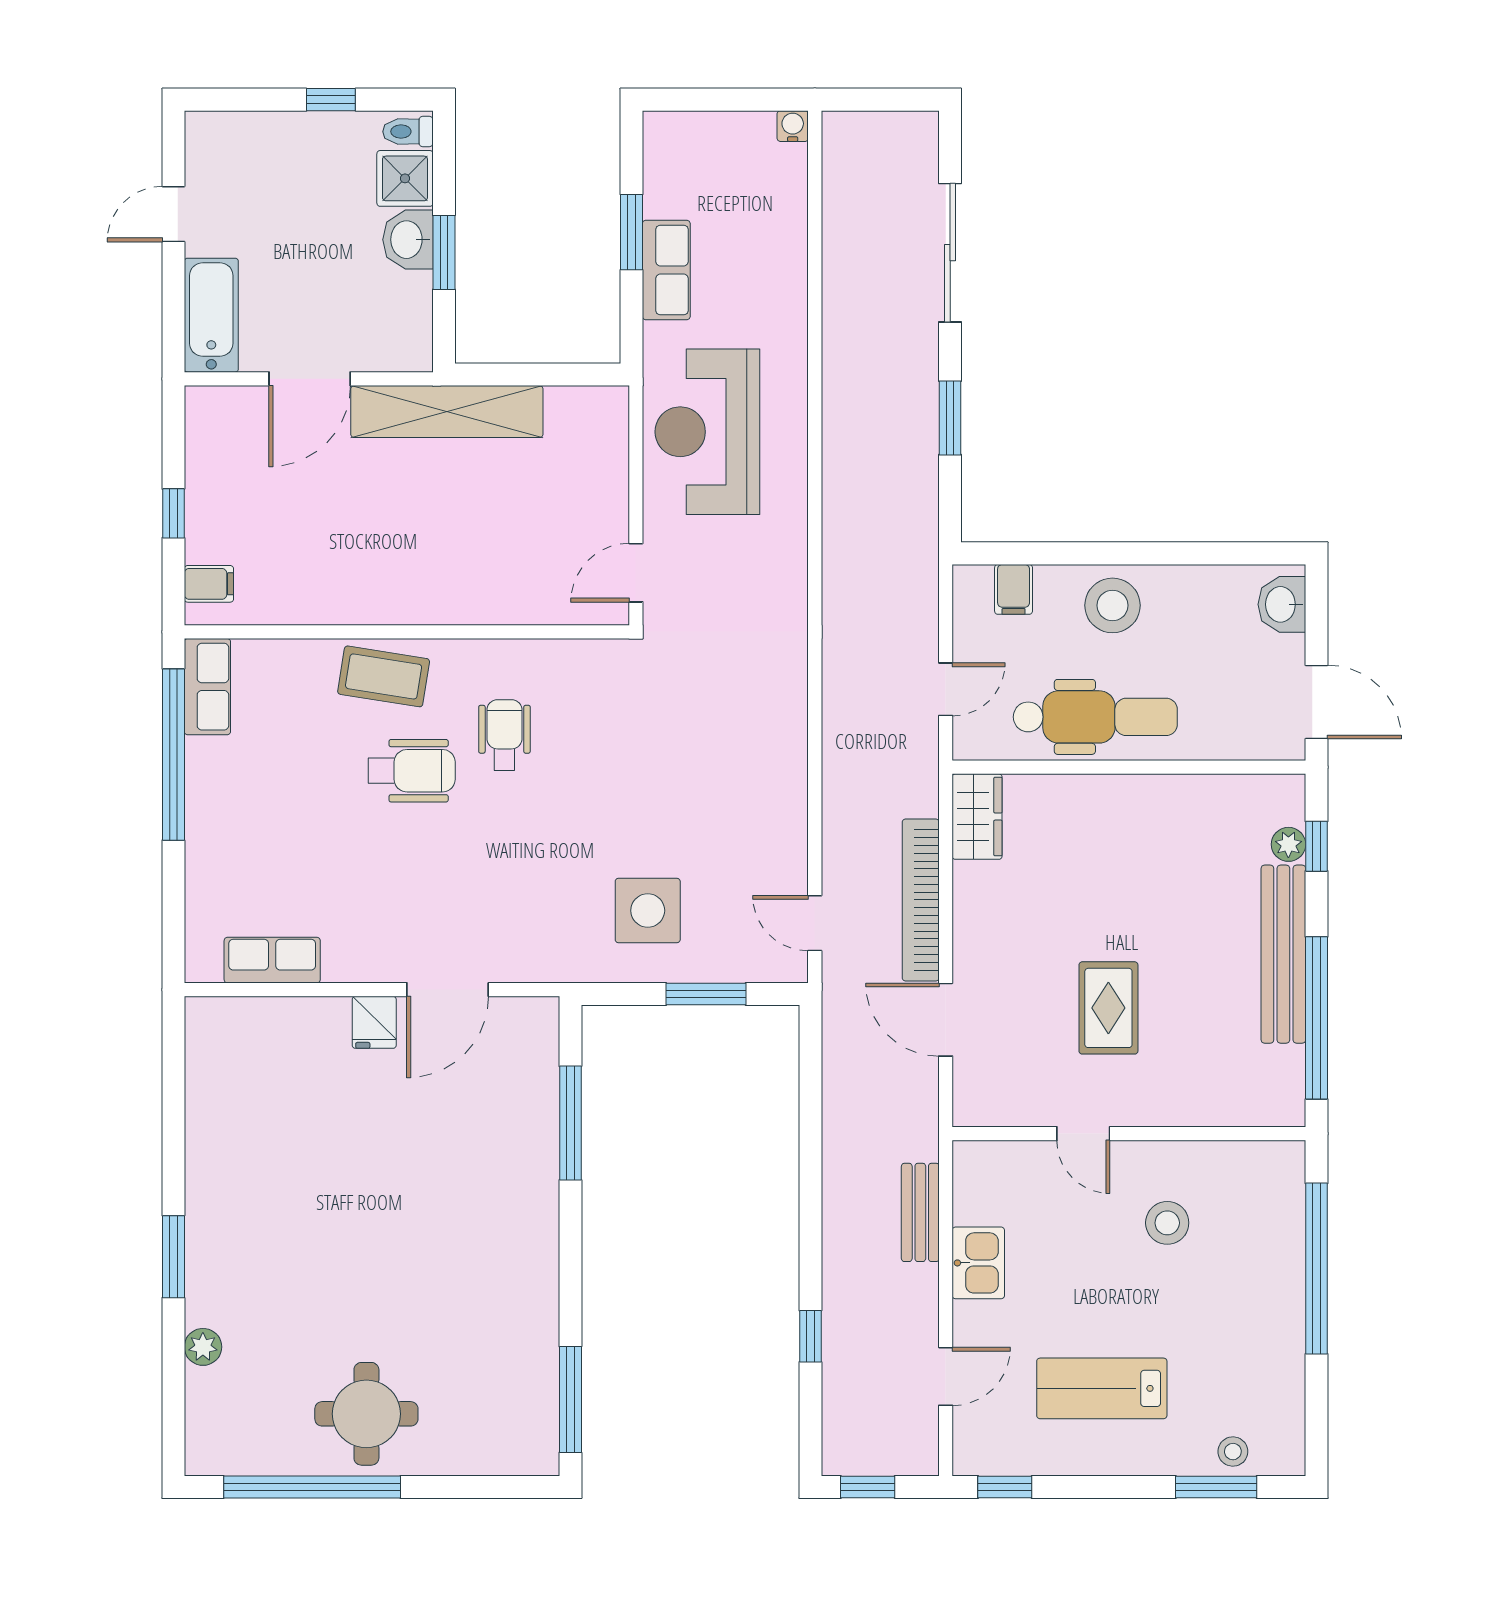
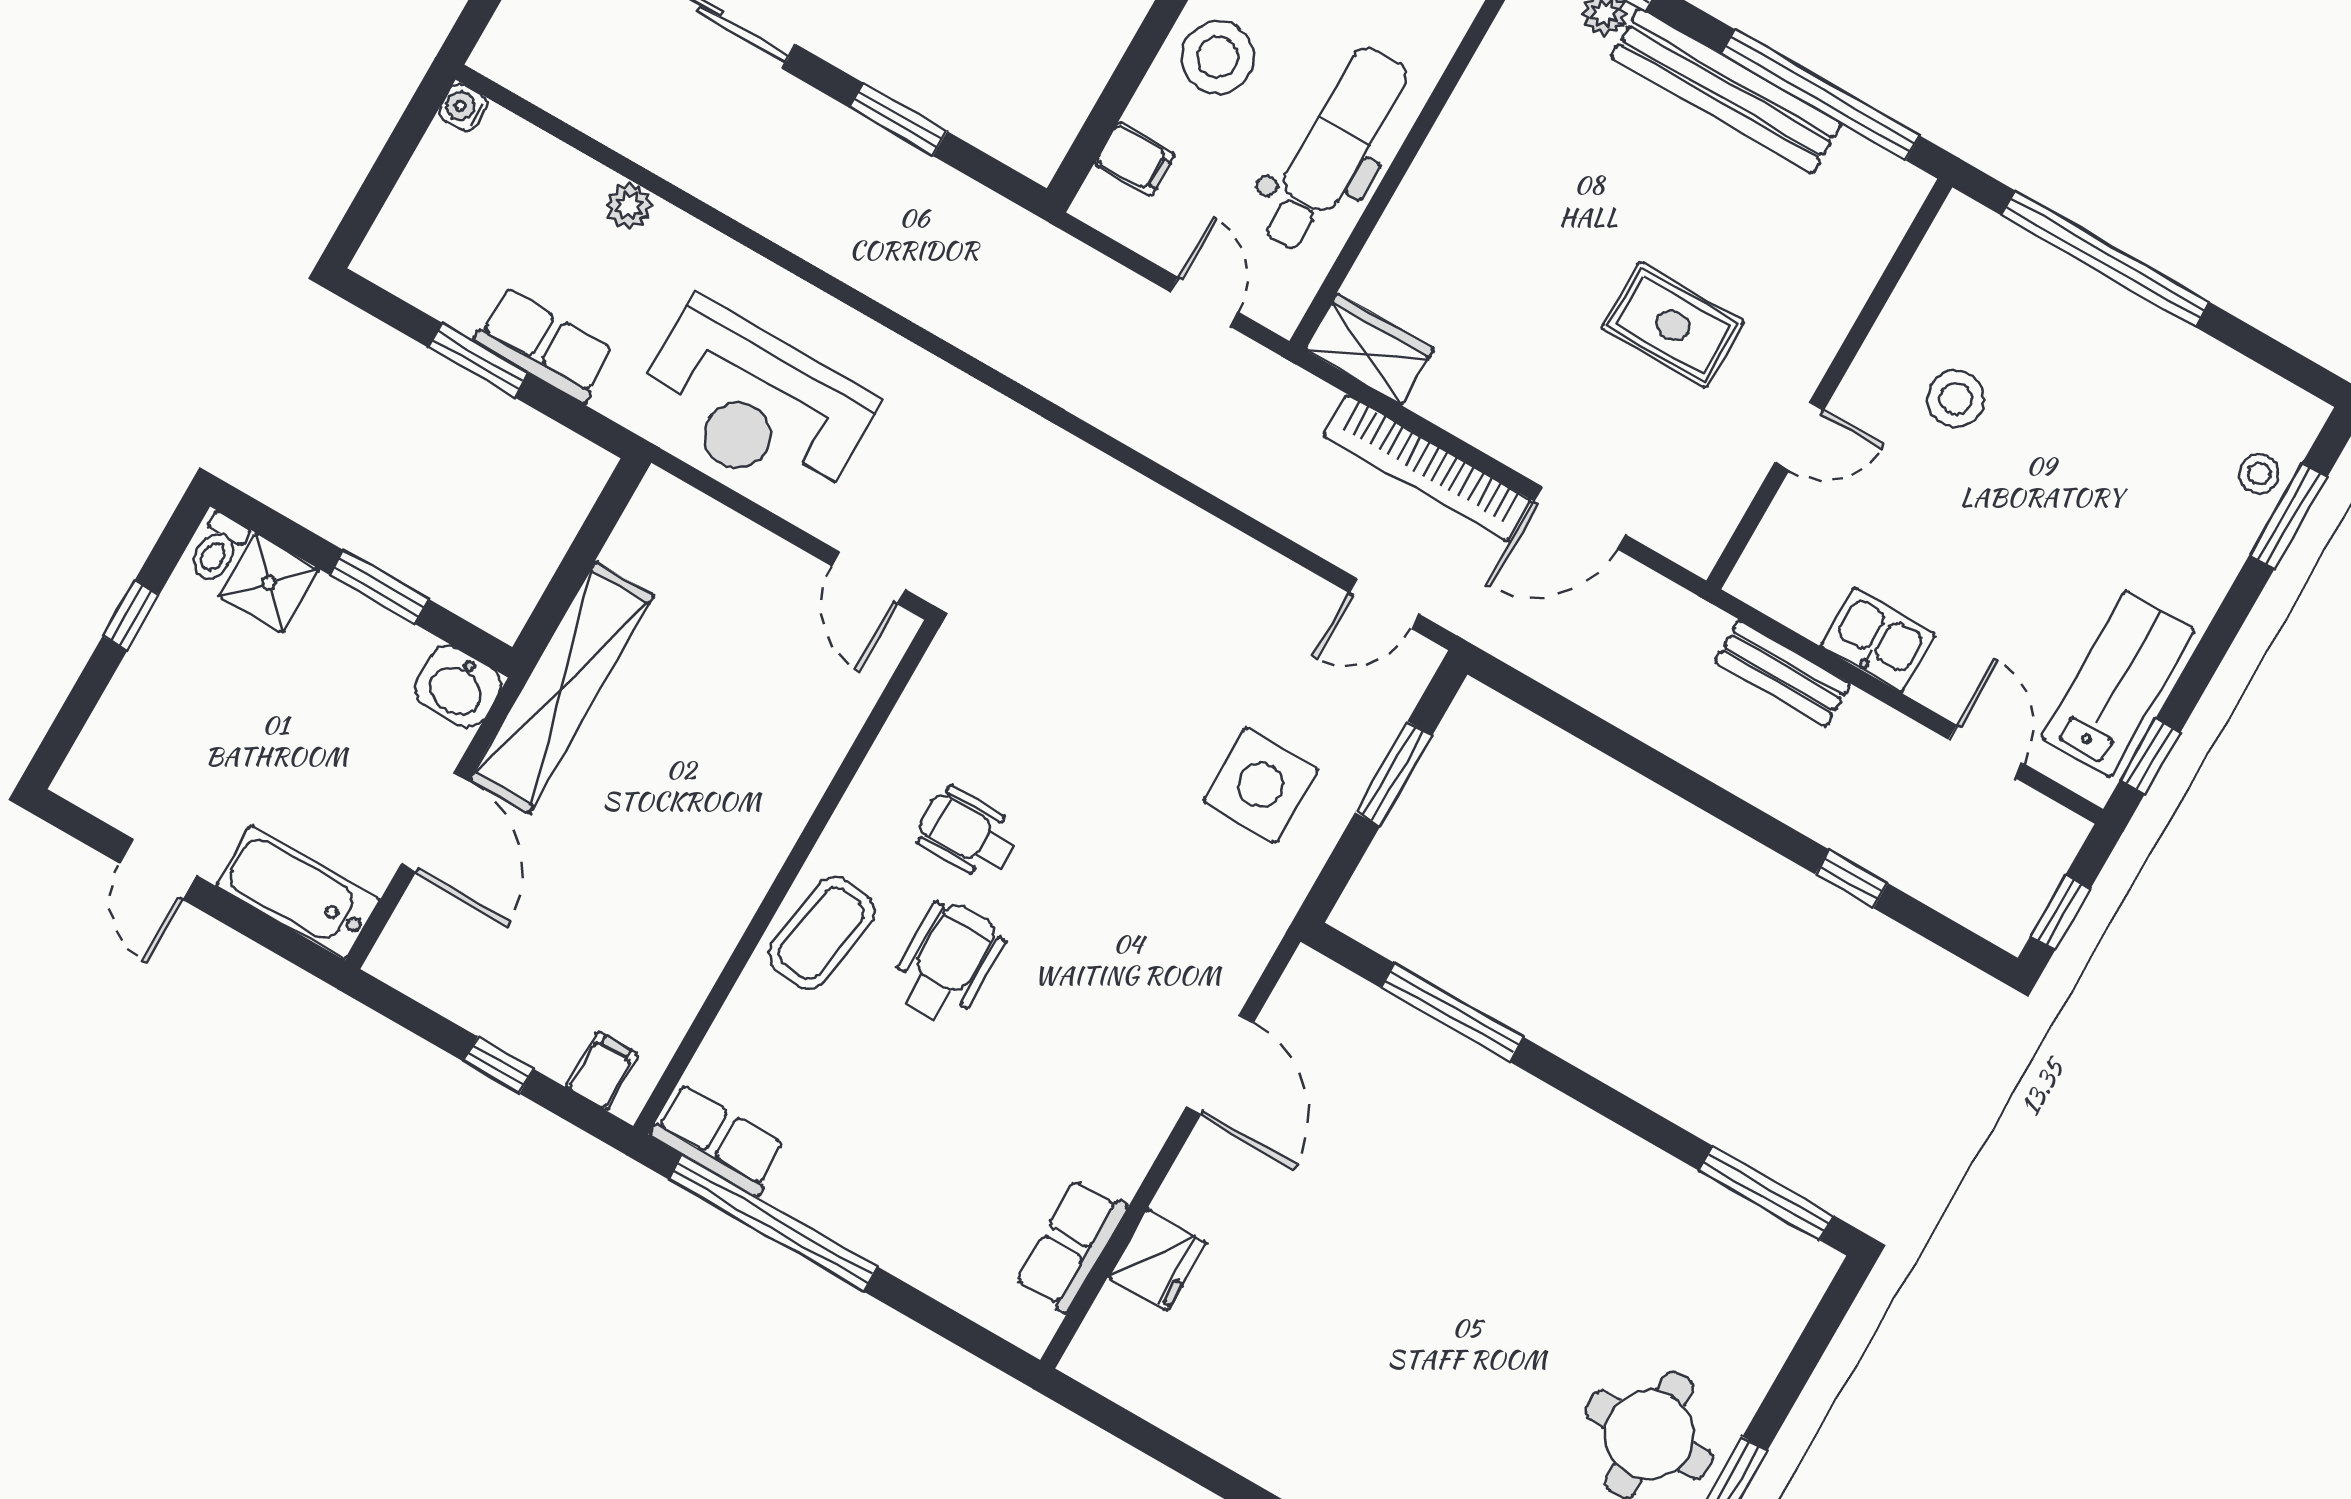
washbasin: (408, 240) -> (458, 687), moved
plant: (791, 273) -> (629, 206), added
fridge: (374, 1022) -> (1157, 1260), moved, width x1.38
lab bench: (1102, 1388) -> (2118, 684), moved, turned 180

